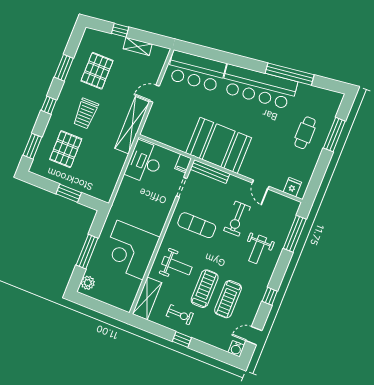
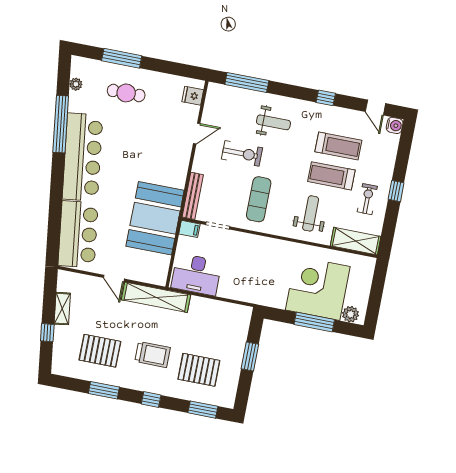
plant: (320, 93) -> (76, 84), added
booth: (219, 145) -> (155, 218), moved
corner desk: (130, 250) -> (318, 288), moved, turned 180

